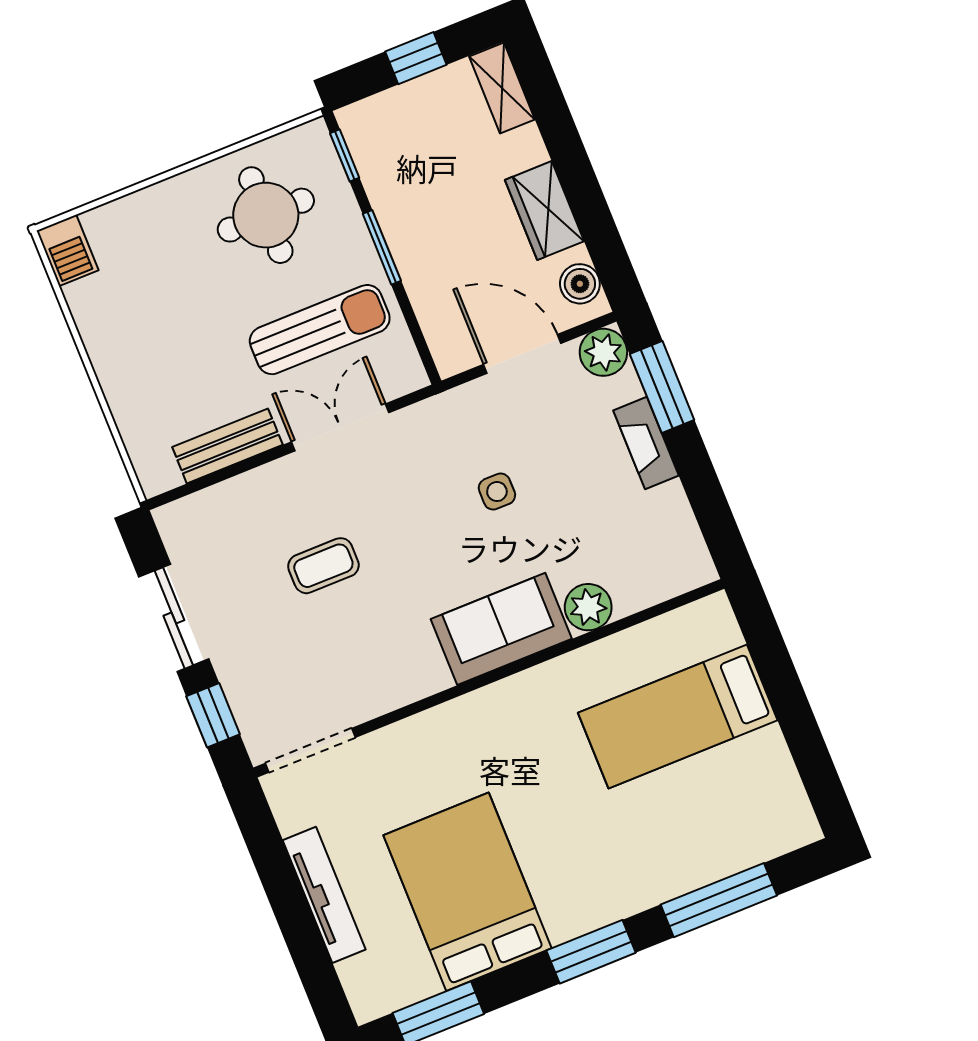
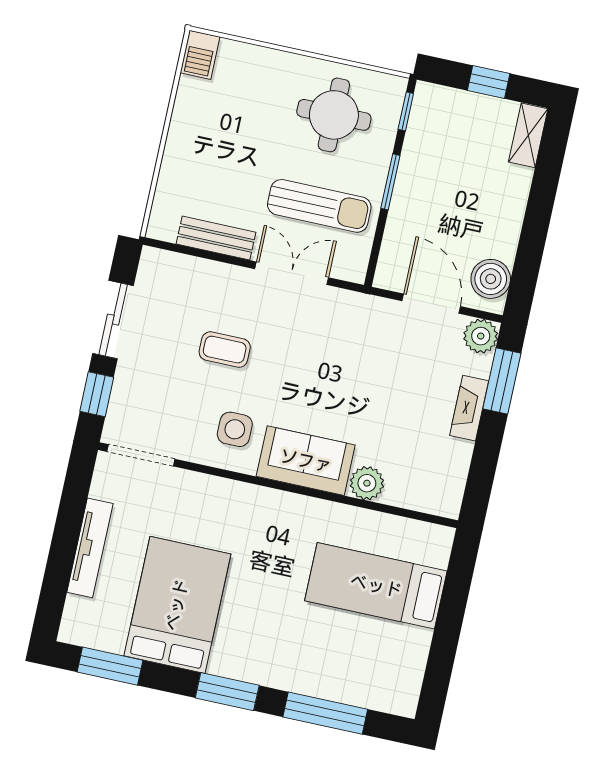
wardrobe: (545, 211) -> (503, 227), removed
boiler: (580, 284) -> (491, 279), width x1.36, depth x1.36
side table: (497, 492) -> (235, 429), moved, width x1.37, depth x1.37

